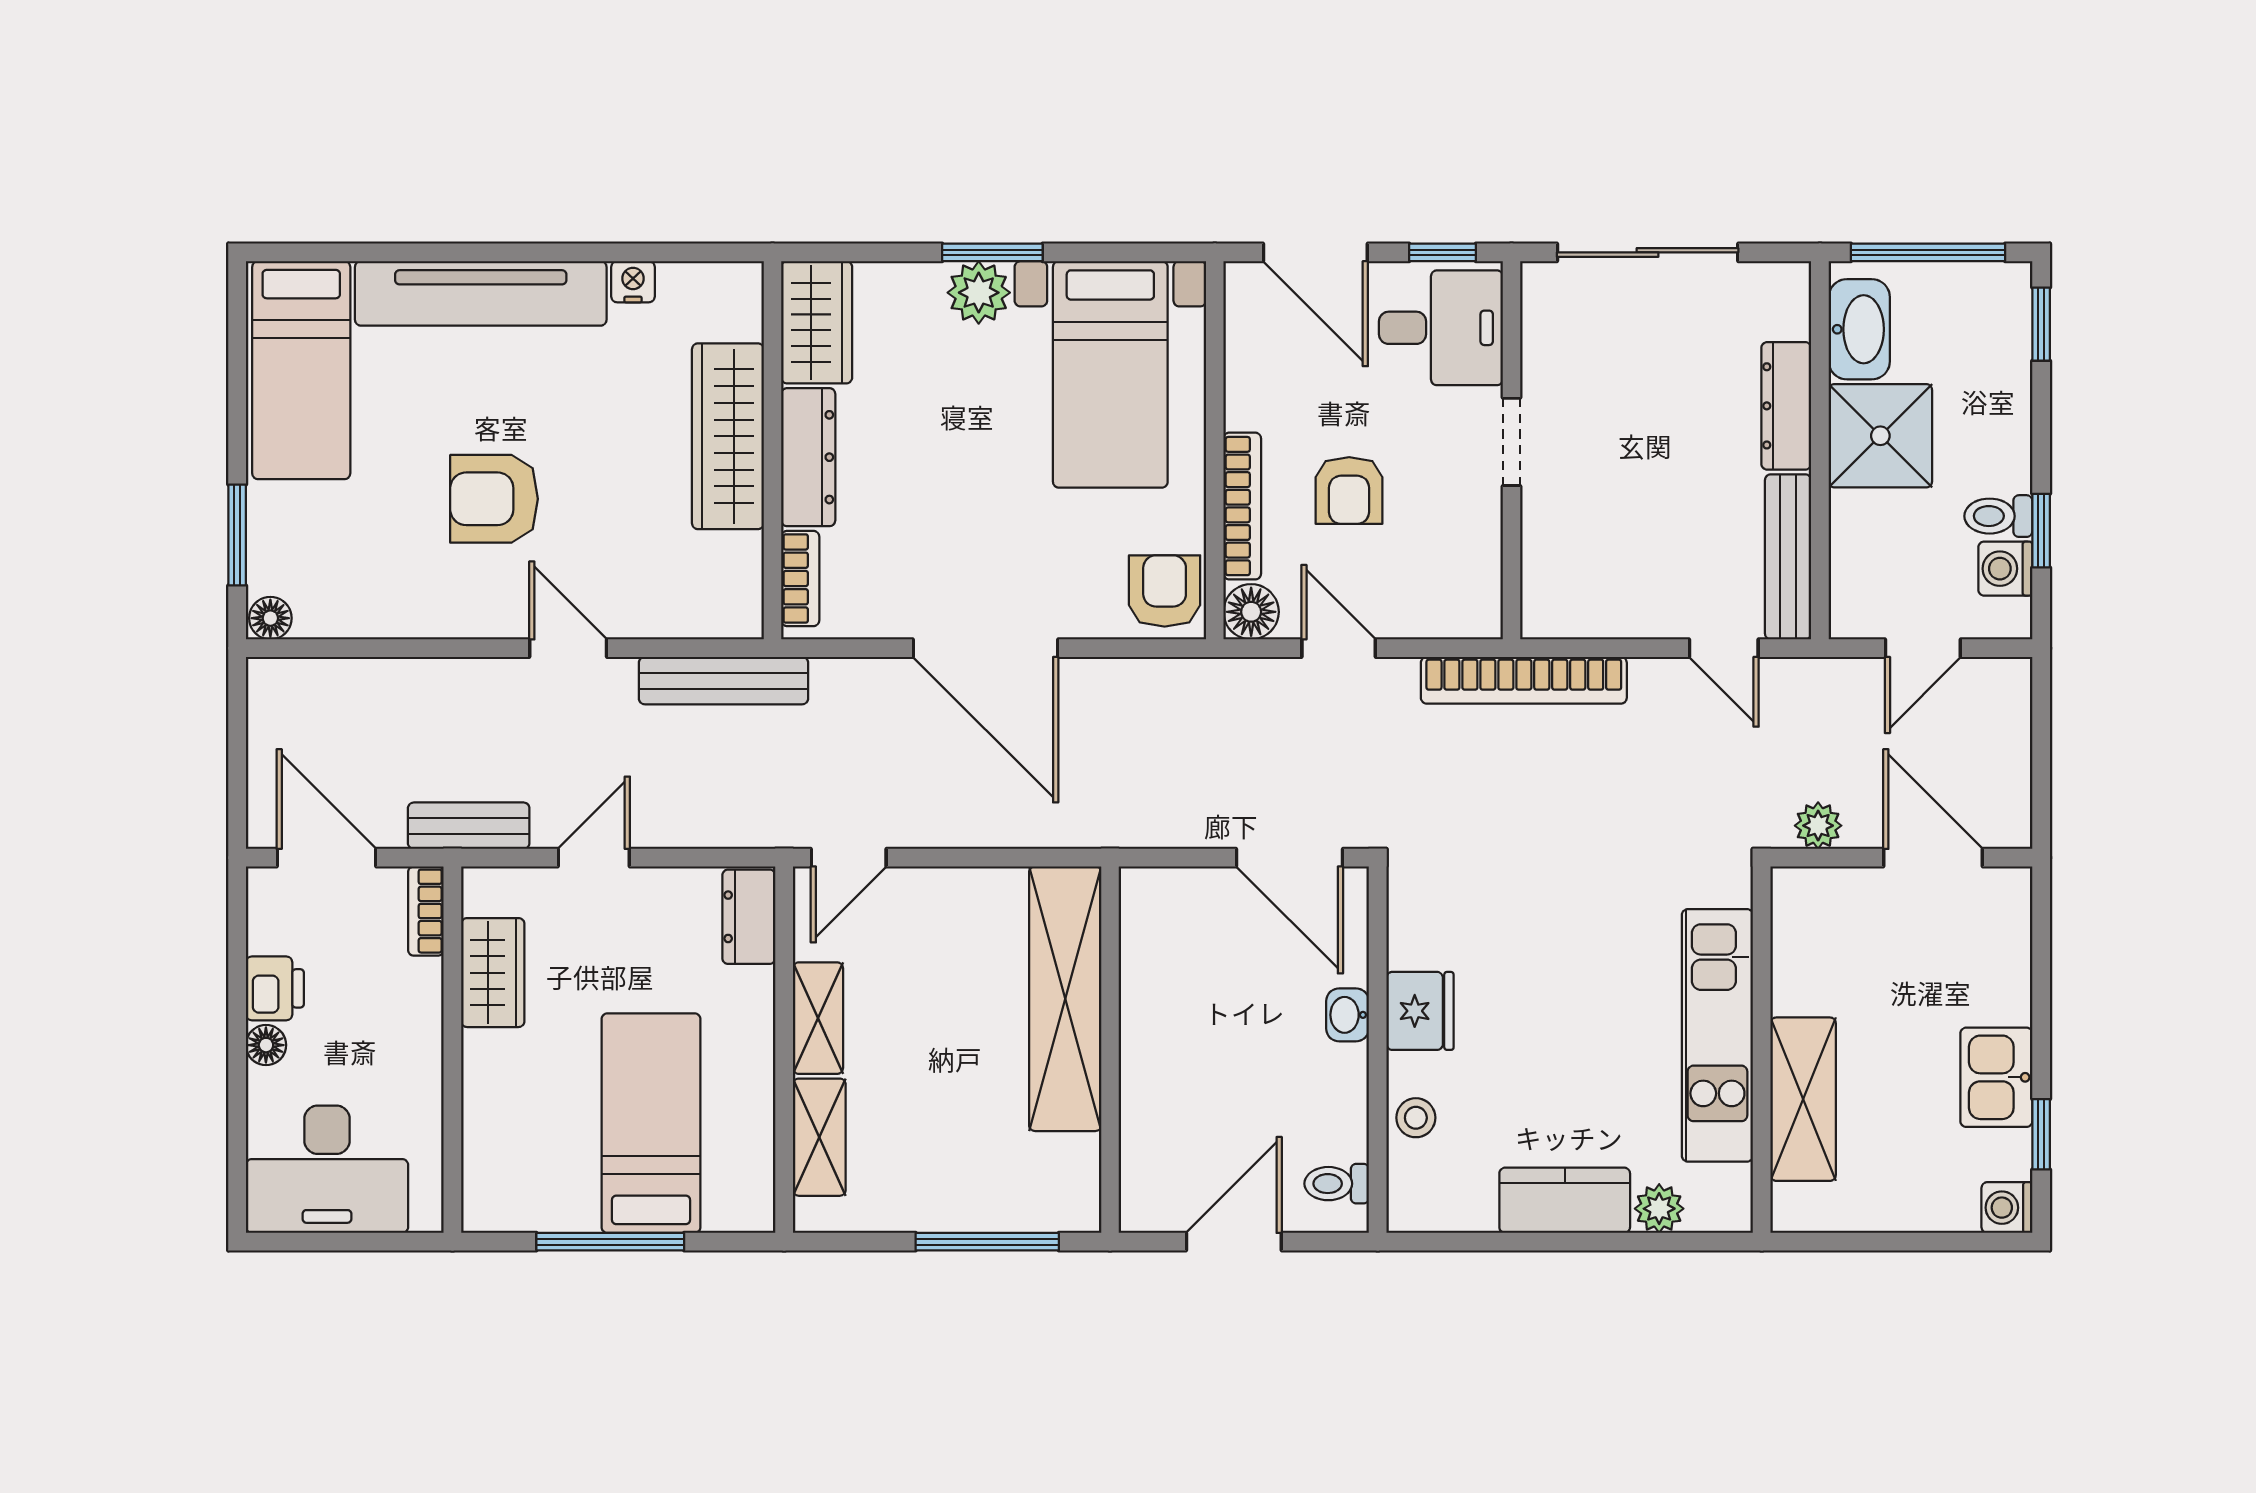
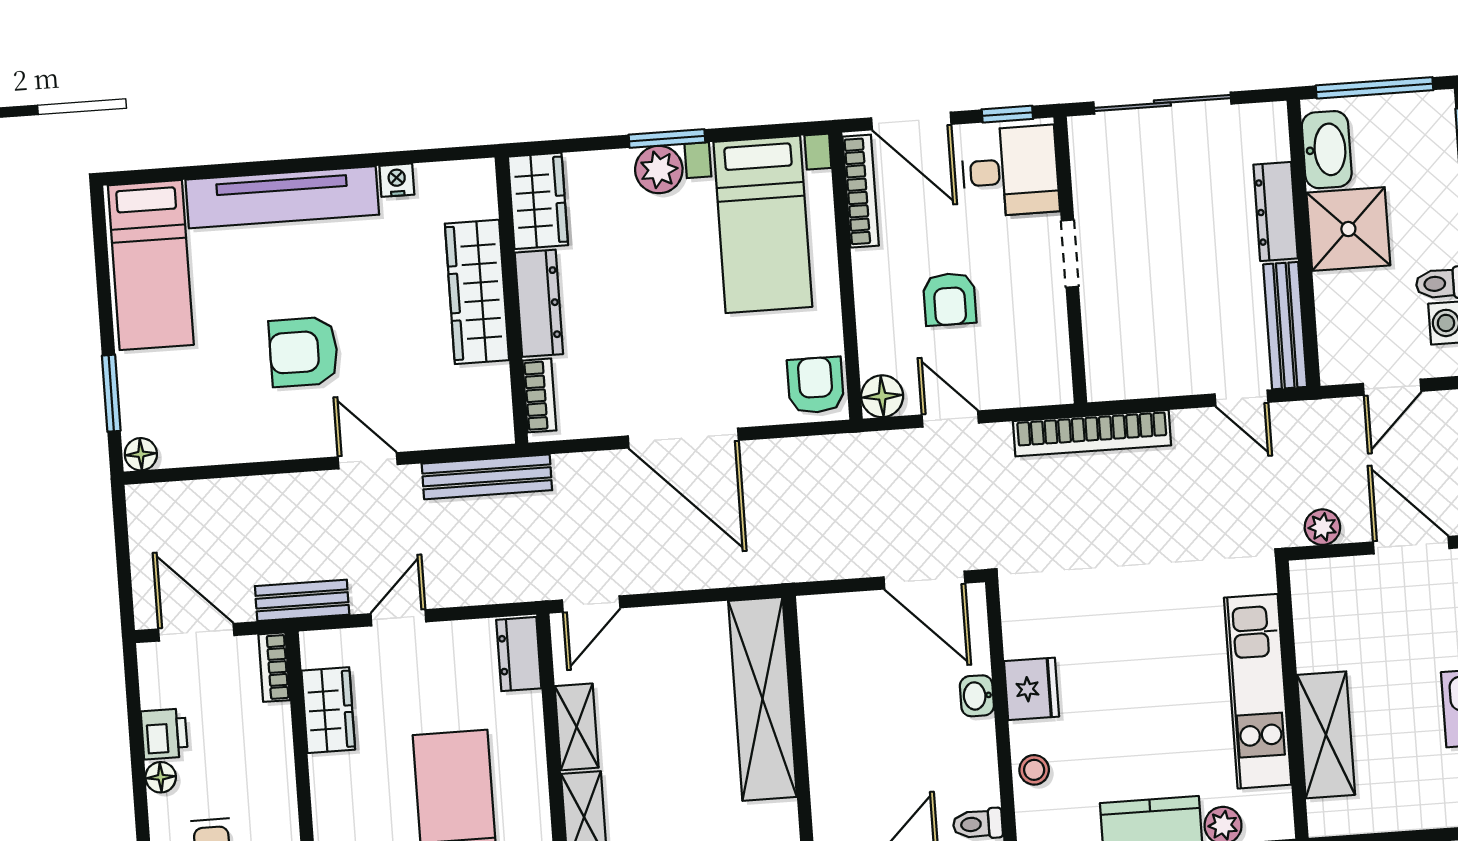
bookcase: (1242, 506) -> (861, 191), moved

